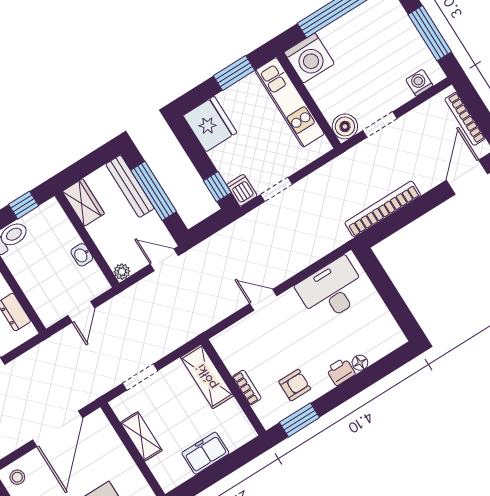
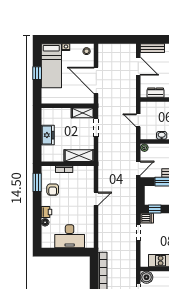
desk: (332, 290) -> (70, 236), moved, turned 90
shelving: (141, 436) -> (83, 113), moved

